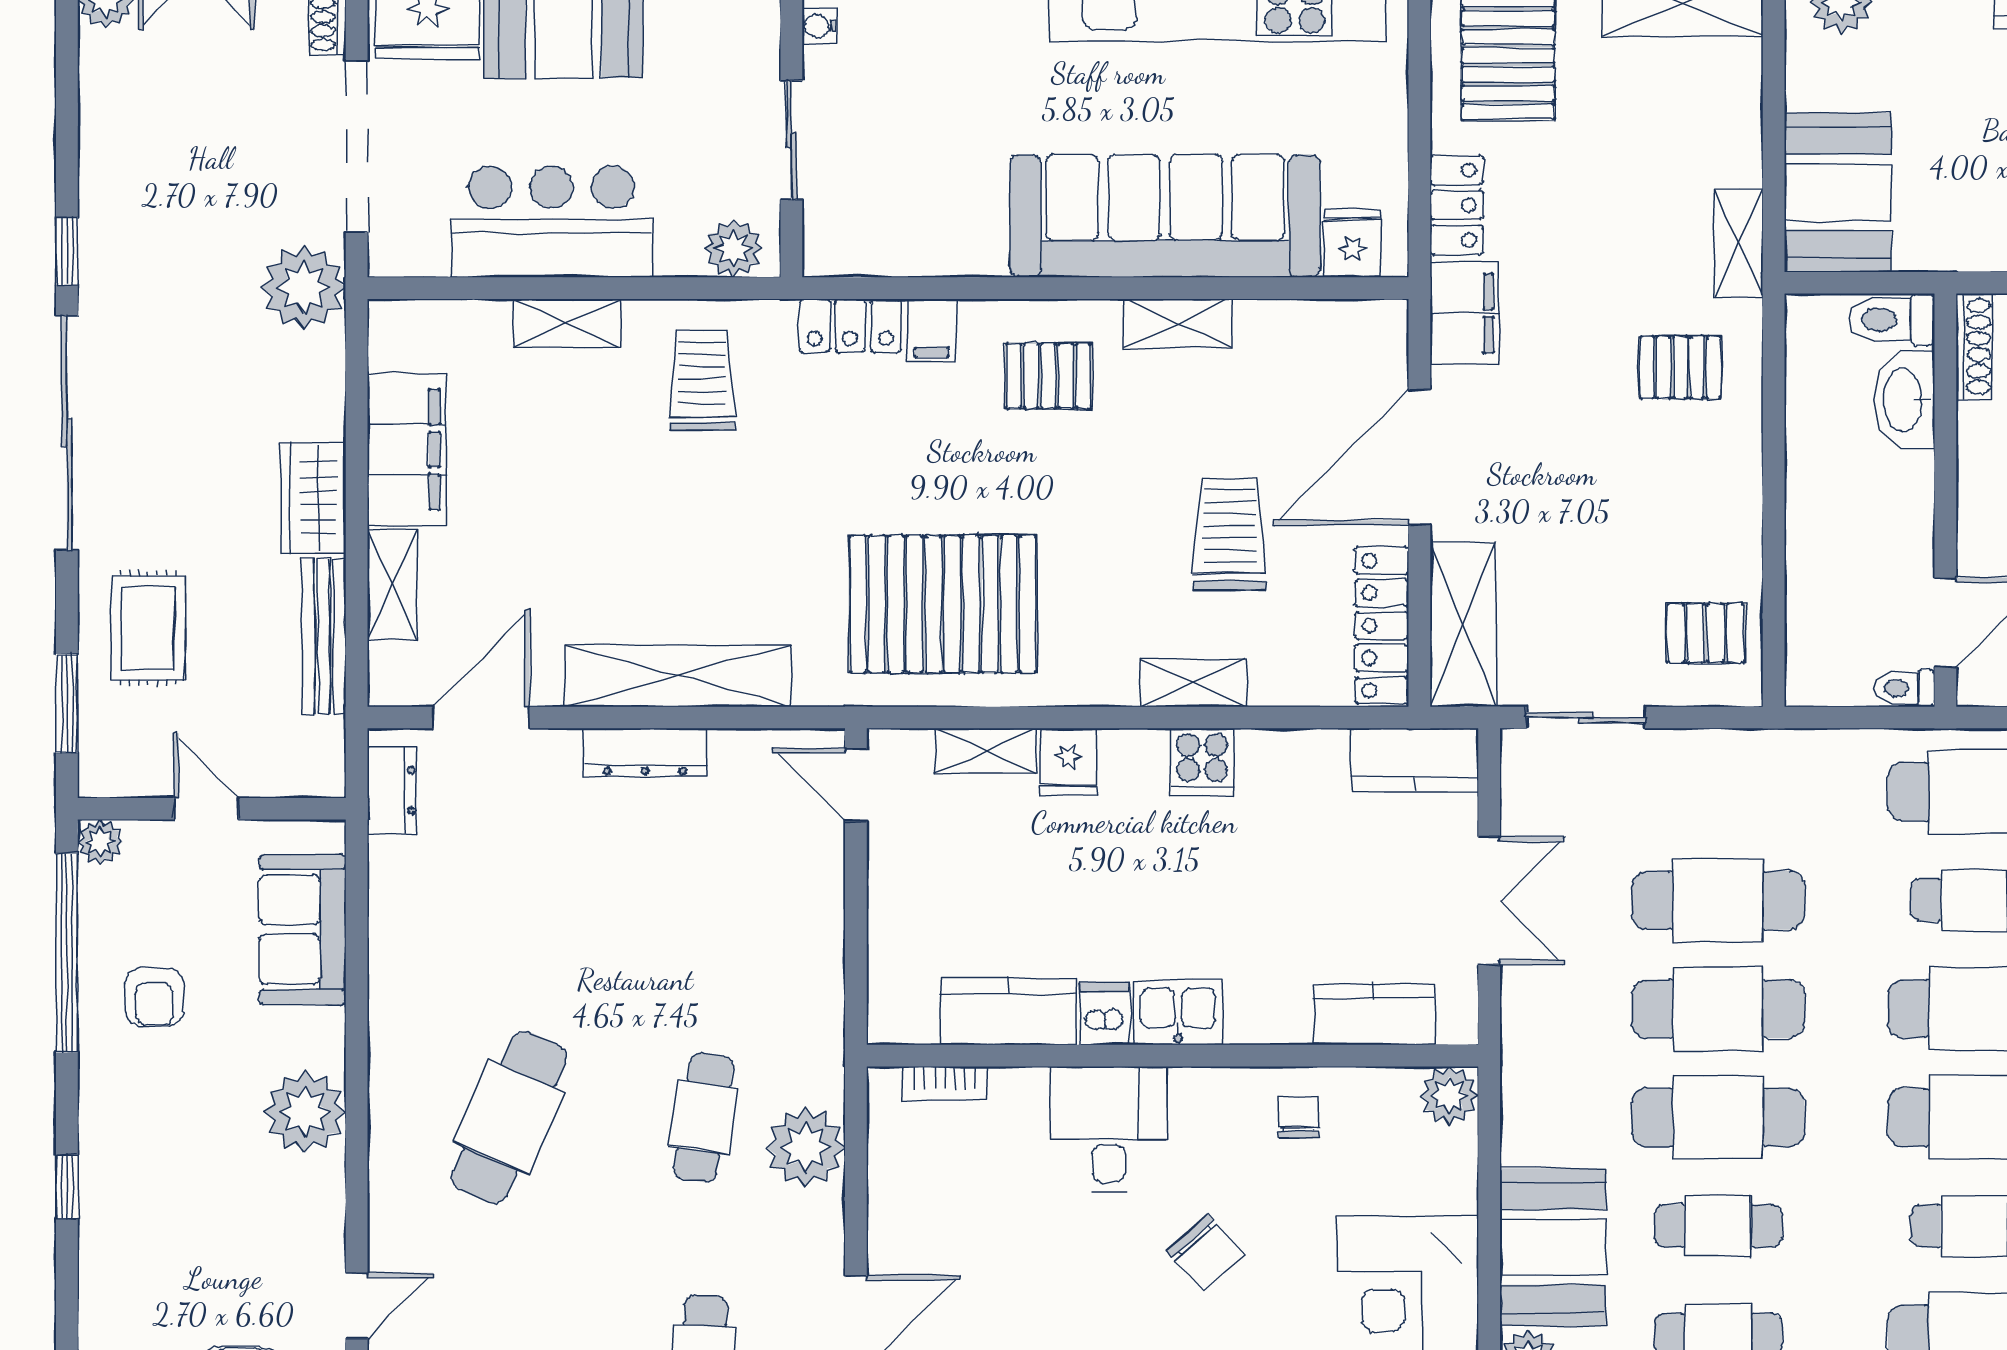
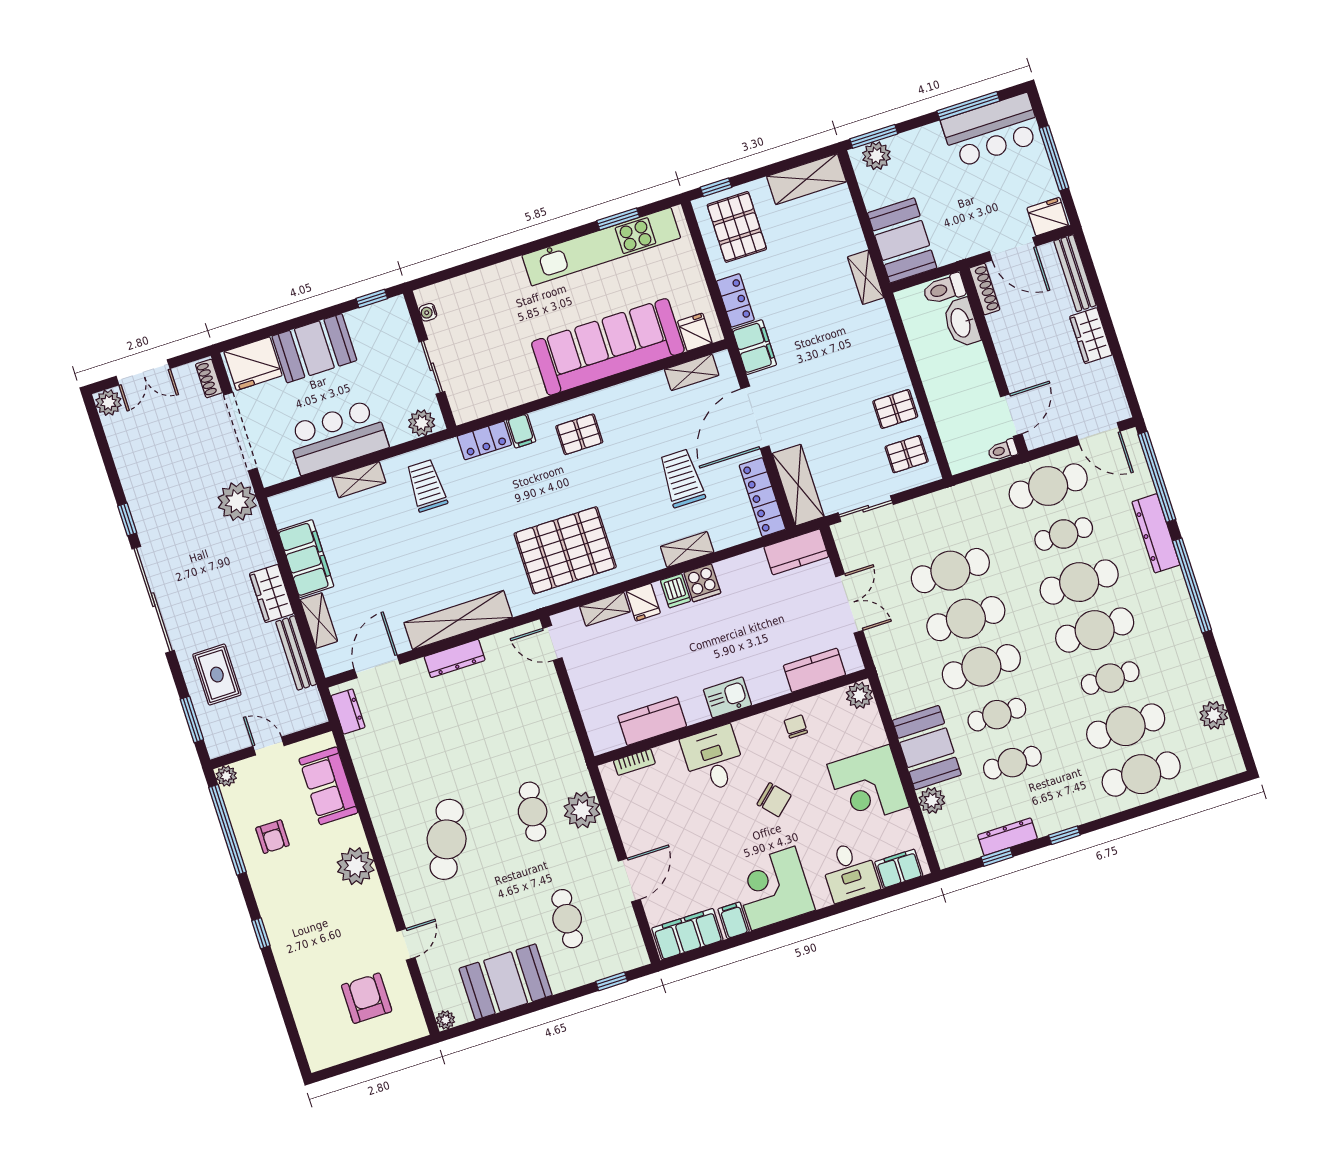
shelving: (1178, 323) -> (692, 372), moved
pallet: (1680, 367) -> (895, 409), moved
dishwasher: (1105, 1013) -> (675, 591), moved, turned 180

